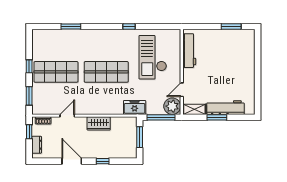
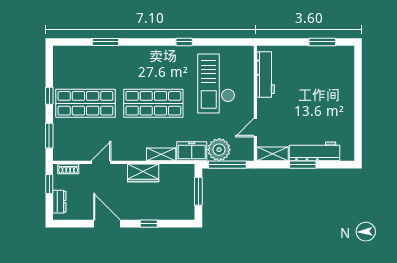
plant: (172, 106) -> (219, 150), moved
shelving: (112, 110) -> (161, 154), added

